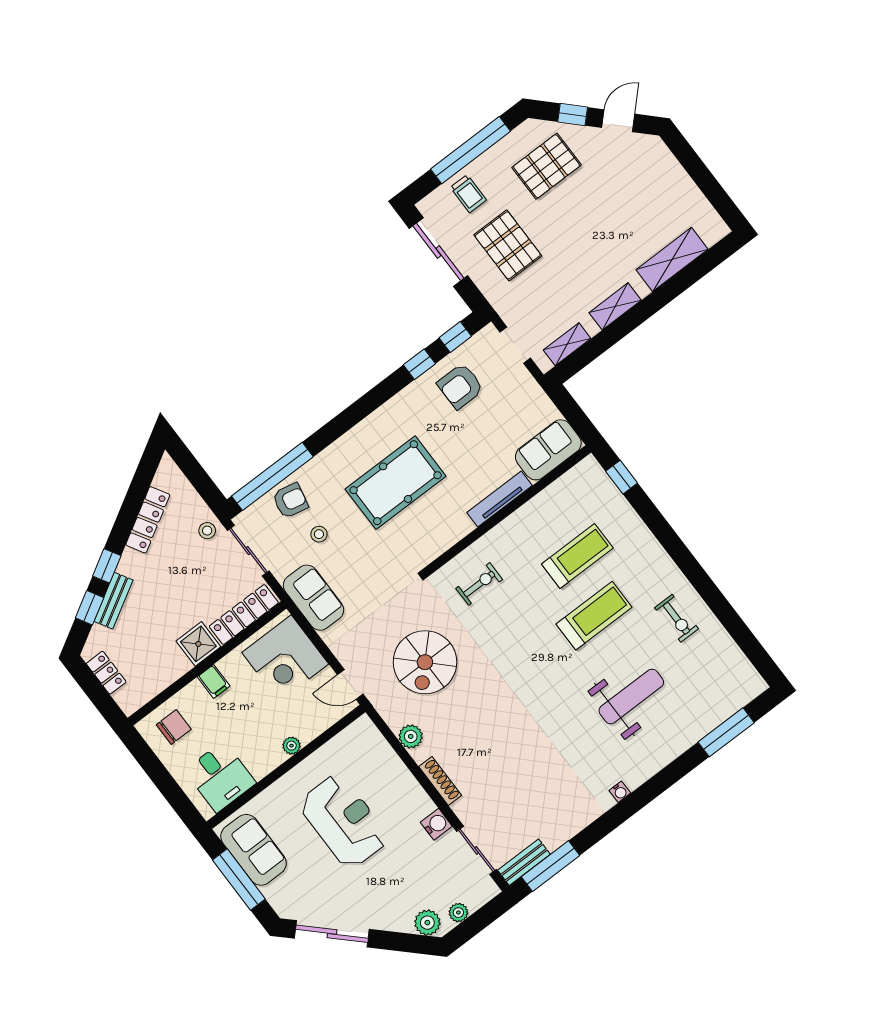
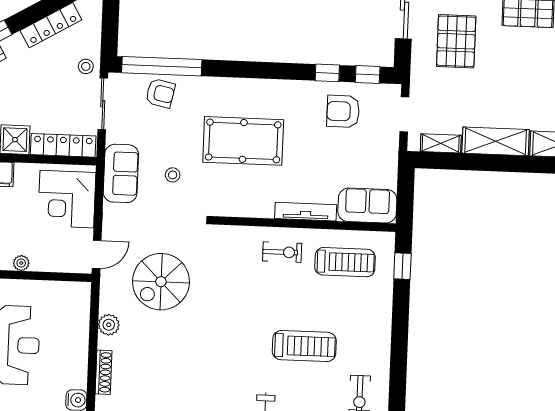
shelving: (615, 306) -> (496, 141), width x1.50, depth x1.33
stool: (319, 534) -> (173, 175), moved
treadmill: (577, 556) -> (345, 262), moved
exercise bike: (479, 584) -> (282, 252), moved
door: (350, 684) -> (97, 254), swing flipped

